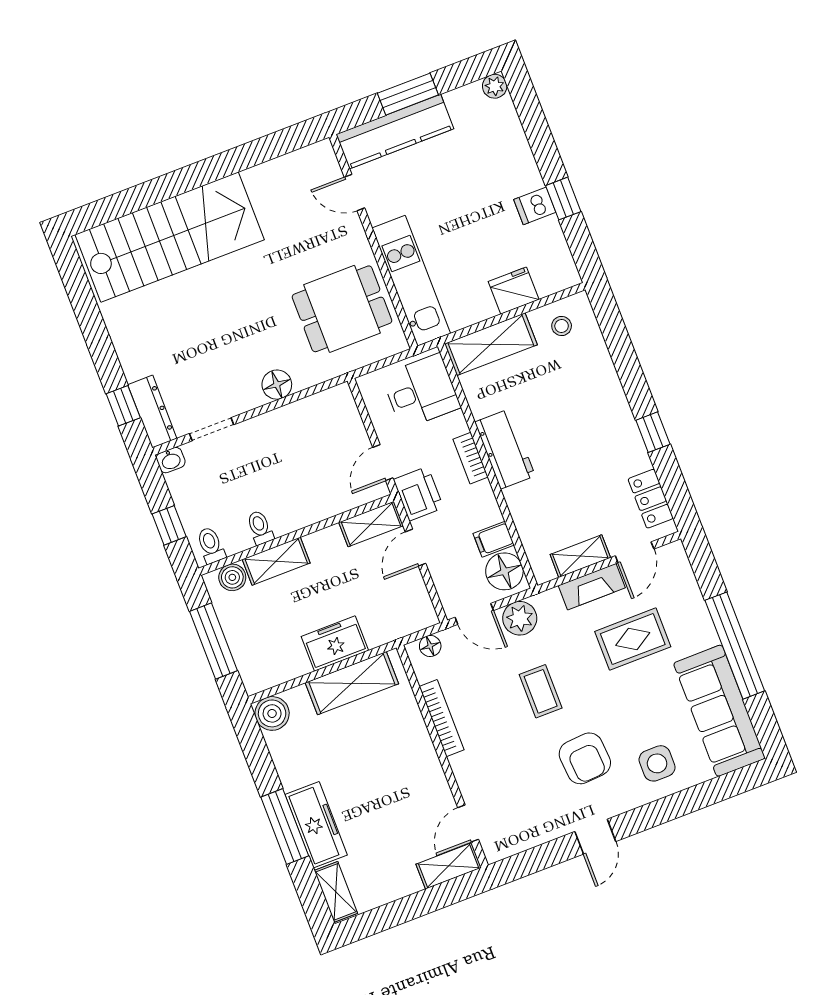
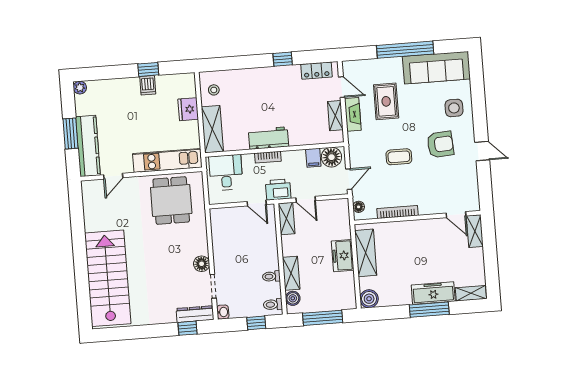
floor lamp: (277, 385) -> (202, 264), moved
plant: (520, 618) -> (358, 156), removed

